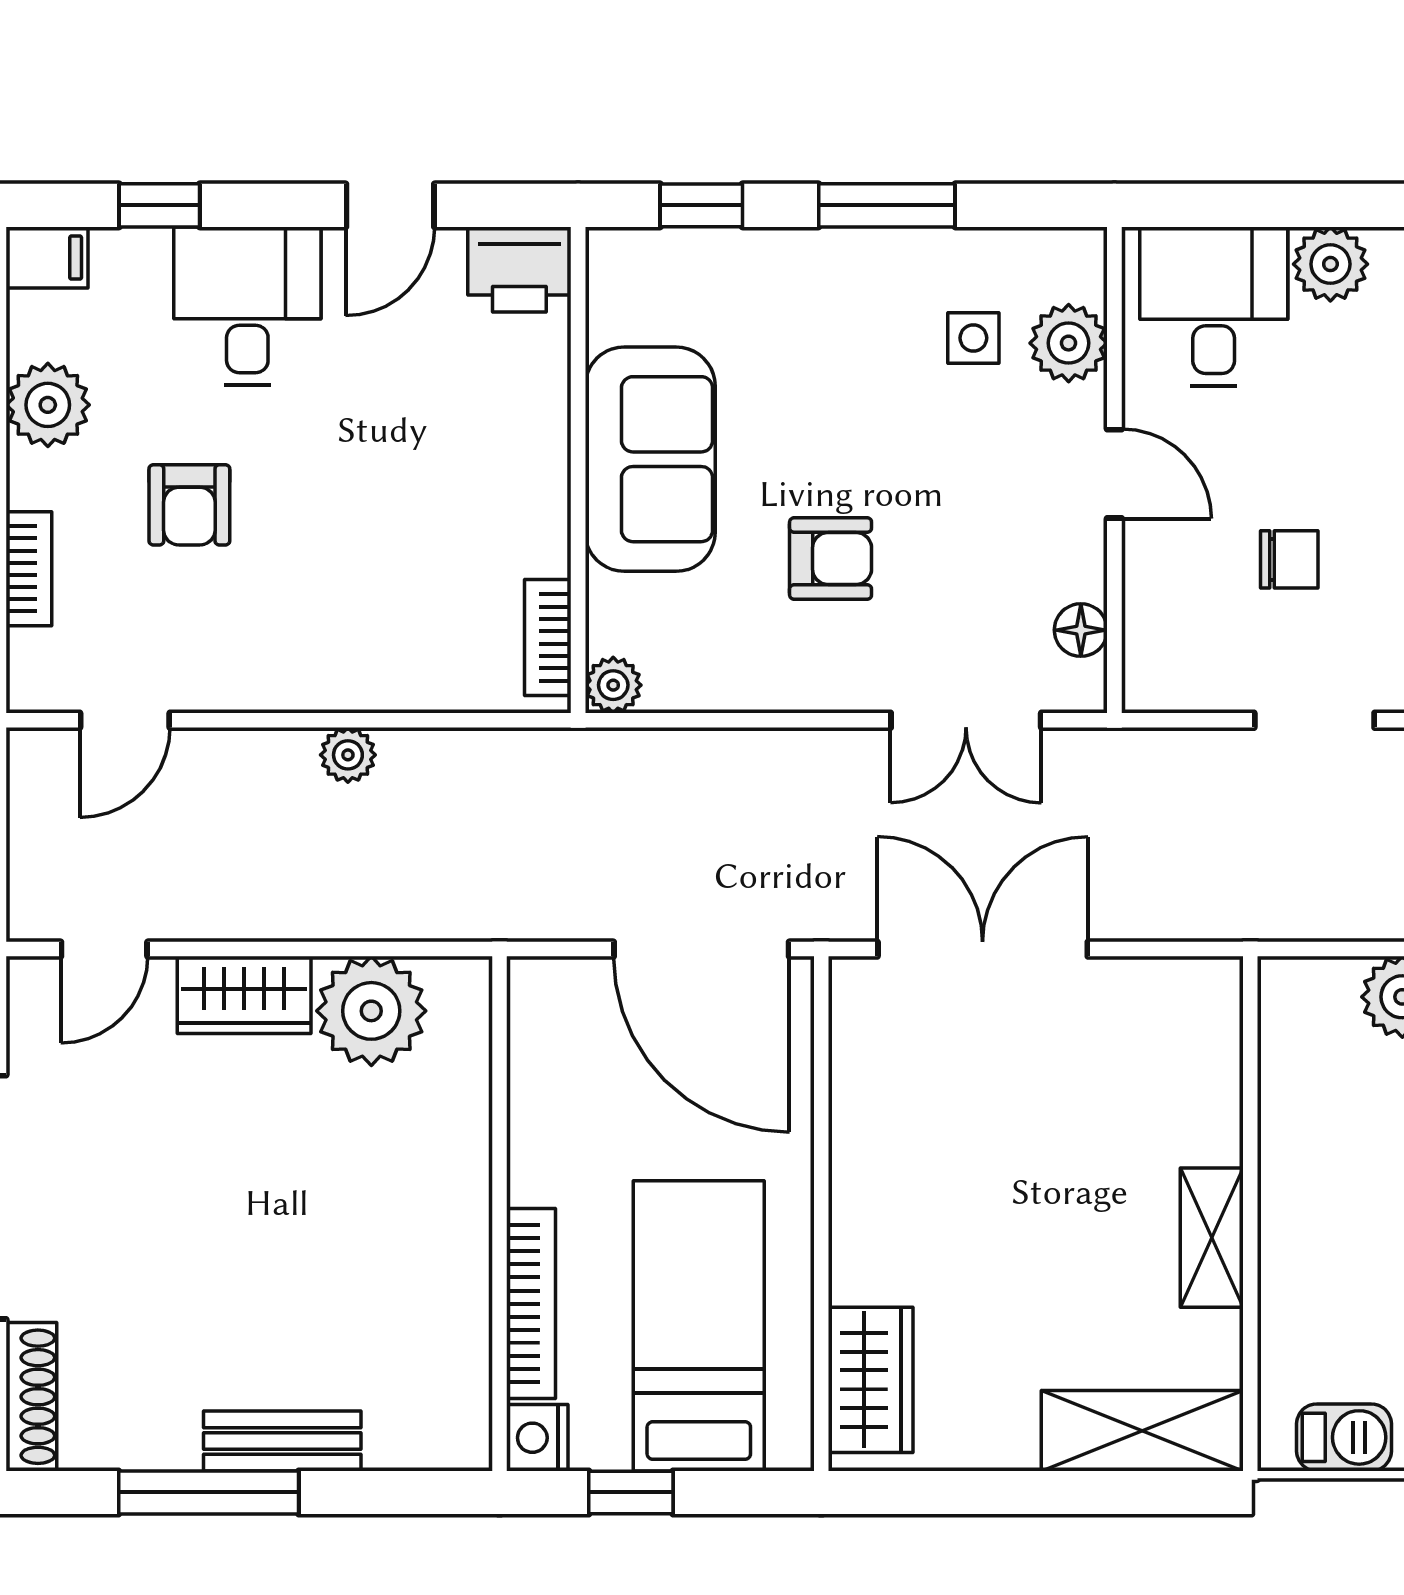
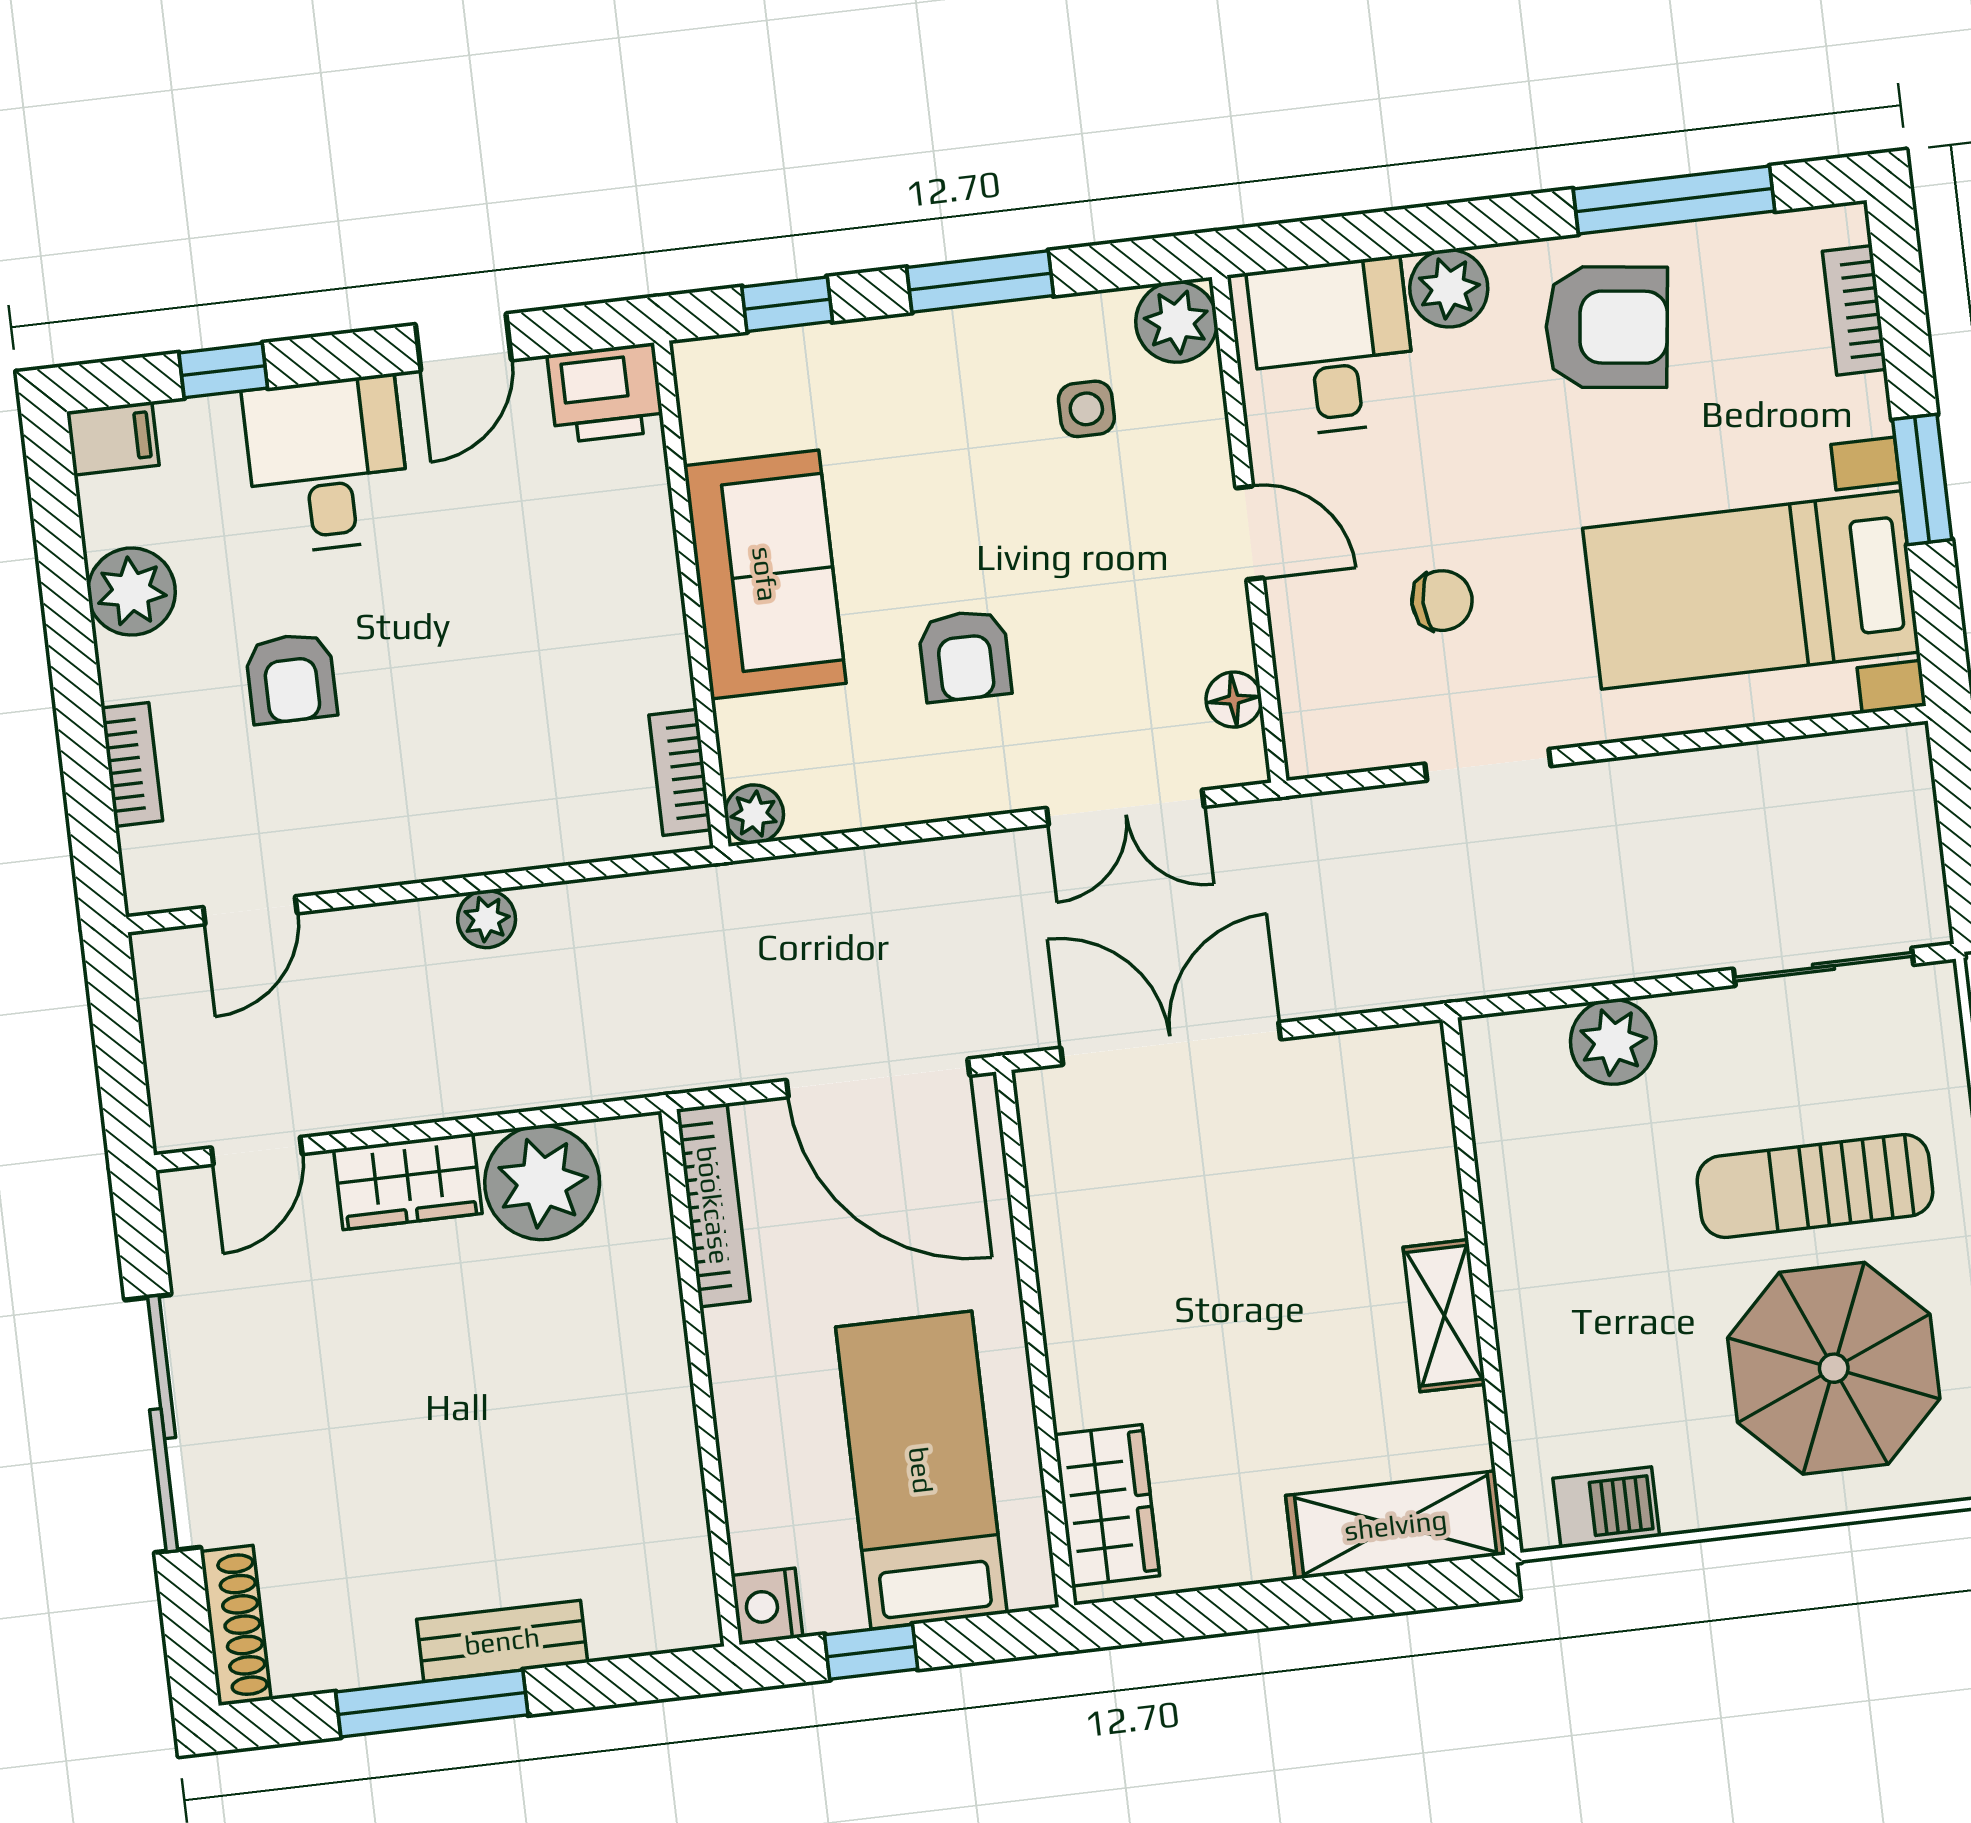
plant: (1069, 343) -> (1176, 322), moved
armchair: (831, 559) -> (965, 656), turned 90
bookcase: (531, 1304) -> (713, 1205), moved

